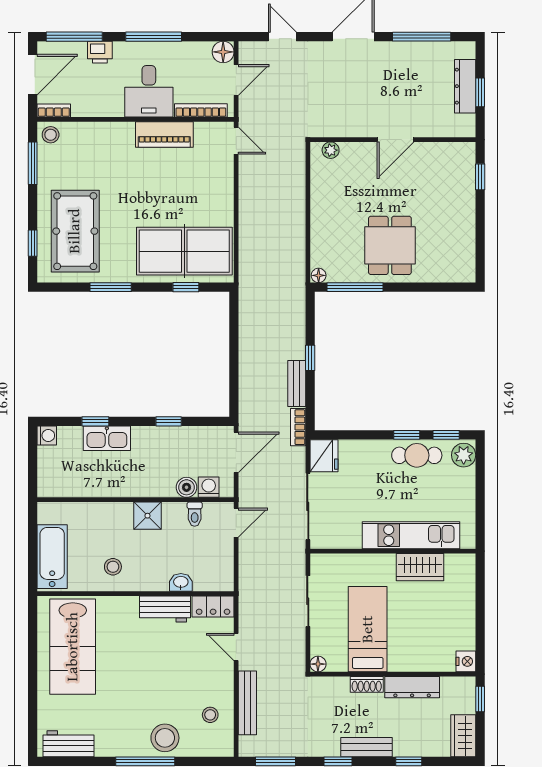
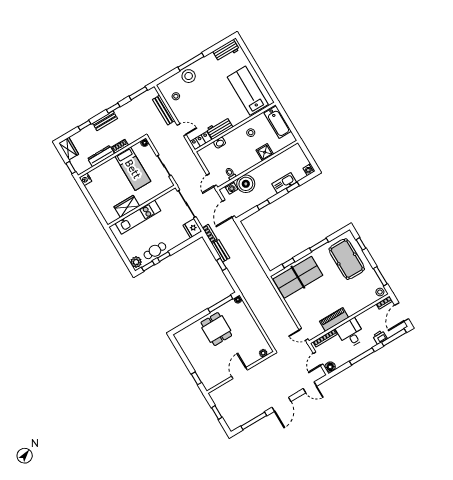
dresser: (465, 86) -> (224, 411), removed
boiler: (187, 487) -> (246, 184), width x1.86, depth x1.86
shower: (147, 516) -> (265, 152), moved

